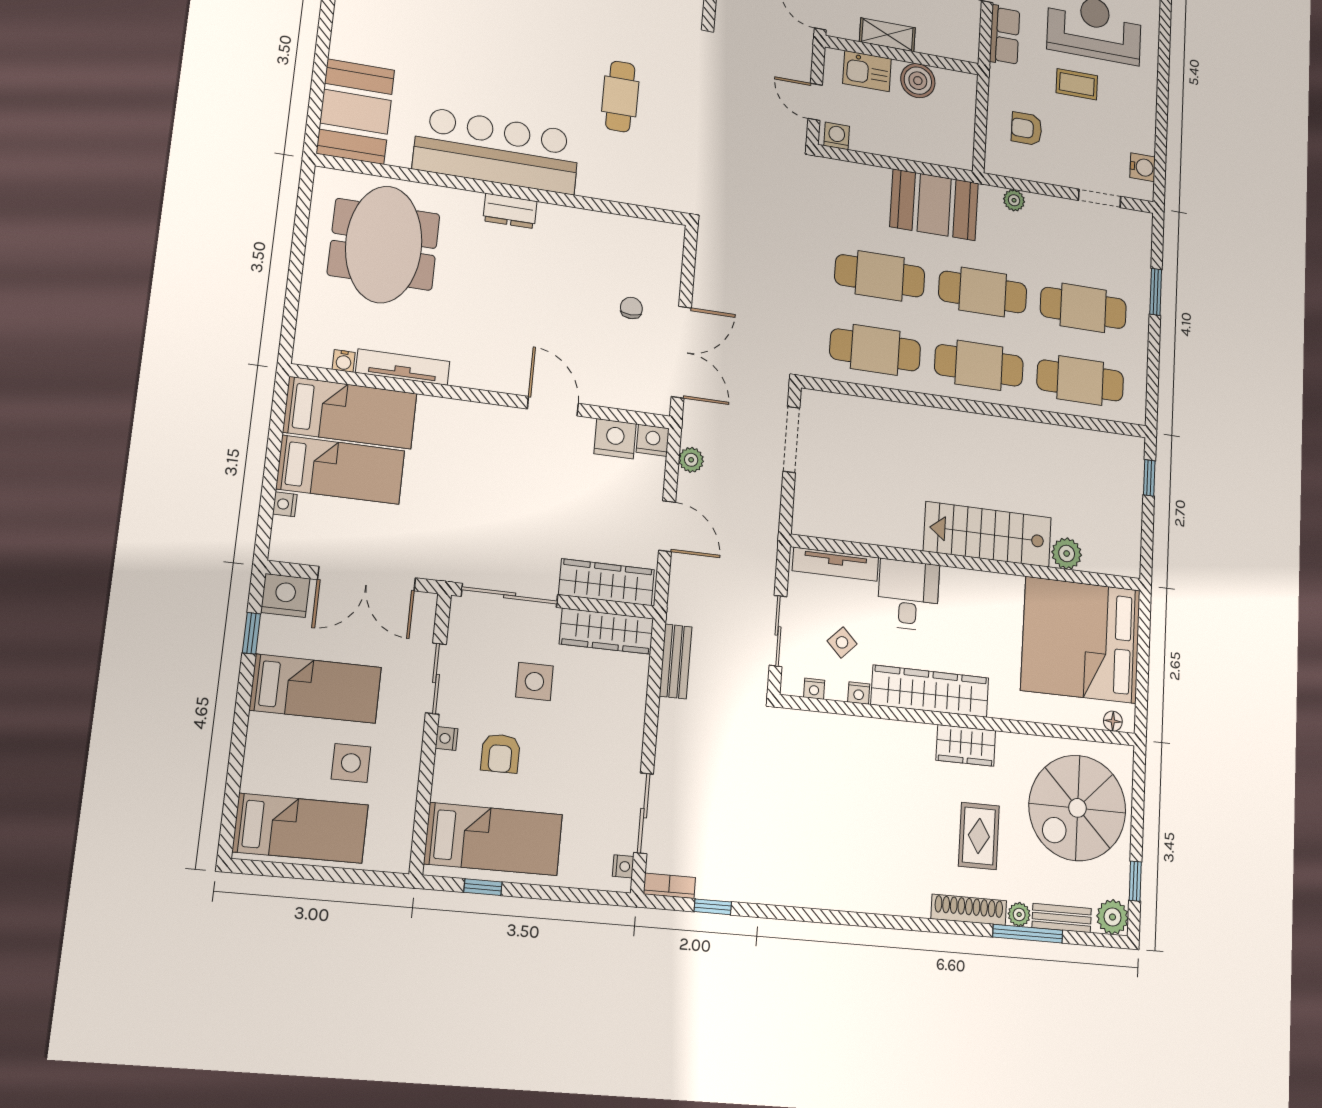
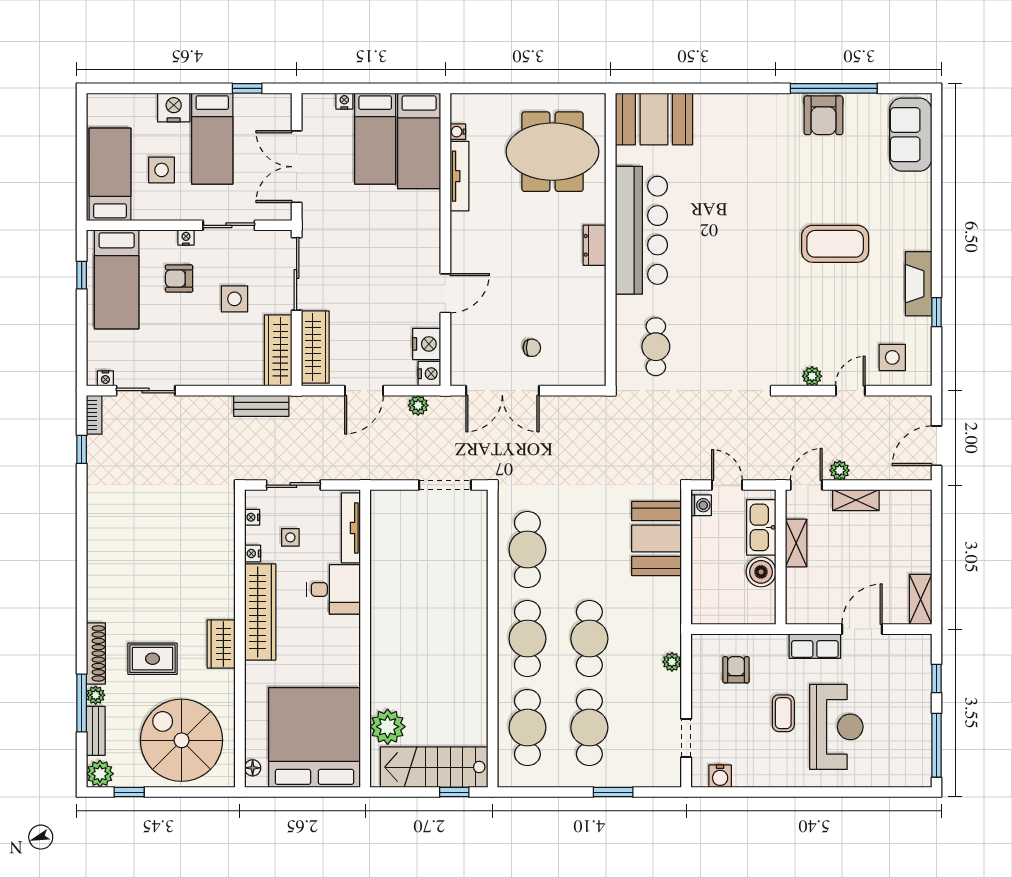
kitchen sink: (867, 71) -> (761, 527), width x1.38
cafe table: (620, 96) -> (656, 347), moved, turned 90
door: (815, 102) -> (727, 485), hinge flipped
booth: (934, 205) -> (657, 539), moved
cafe table: (880, 276) -> (589, 550), removed
stairs: (988, 534) -> (434, 767), moved, turned -90
plant: (1067, 554) -> (388, 727), width x1.36, depth x1.36
nightstand: (285, 595) -> (174, 108), moved, turned -90
side table: (842, 642) -> (290, 537), turned 45
bed: (301, 828) -> (110, 174), moved, turned 180

